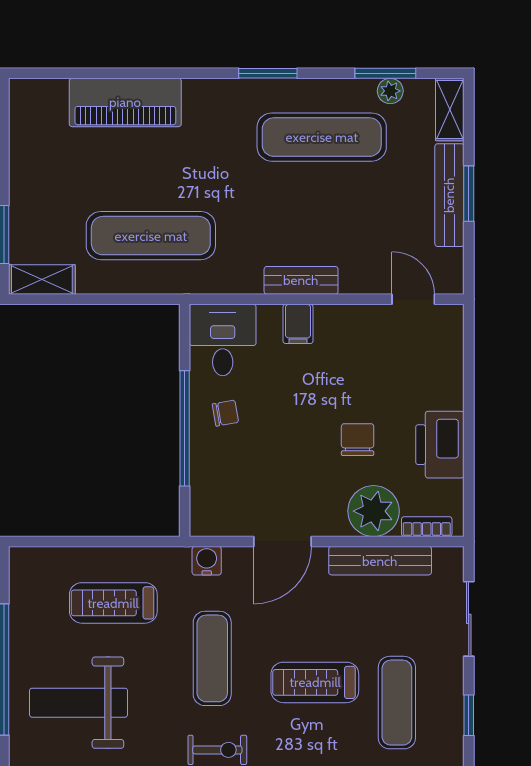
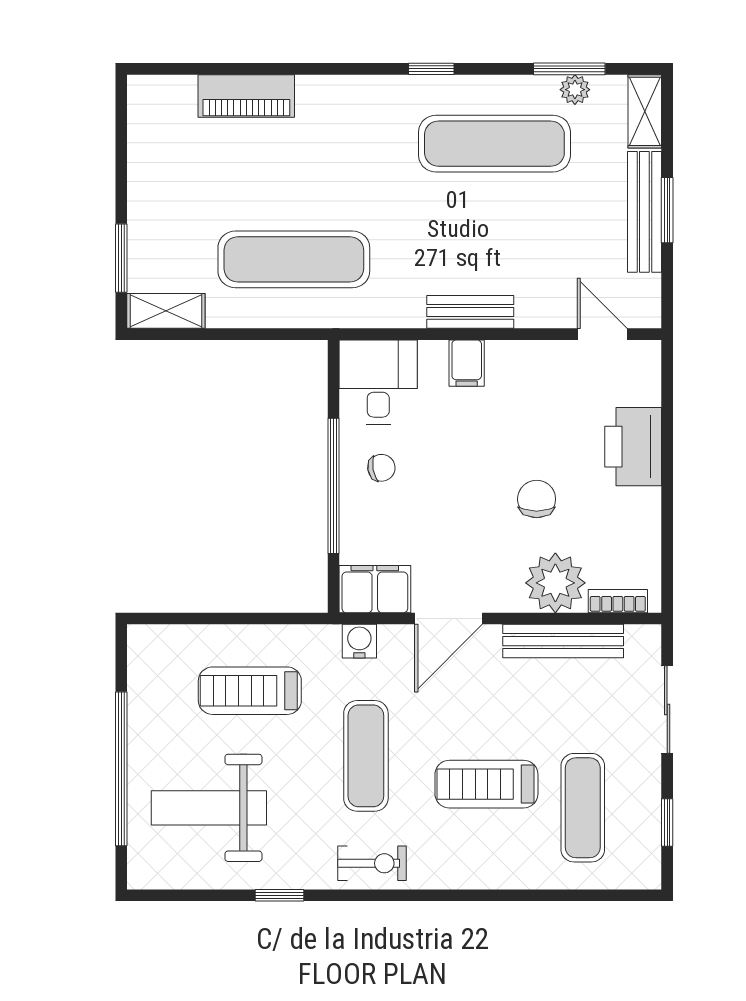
window: (268, 73) -> (431, 69), width x0.67
piano: (125, 102) -> (246, 96), width x0.73, depth x0.75
printer: (440, 445) -> (633, 447), moved
filing cabinet: (220, 516) -> (375, 589), added

